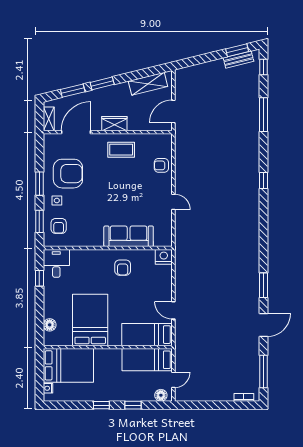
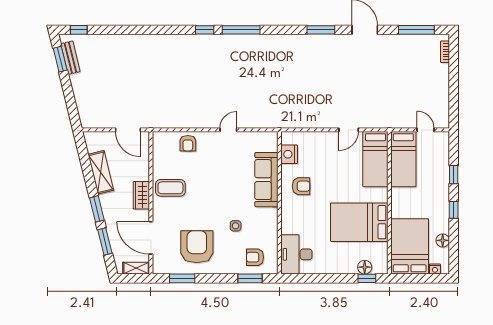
shelving: (148, 84) -> (101, 172), moved
window: (264, 115) -> (241, 30), moved
coffee table: (121, 150) -> (170, 188), turned 90
window: (39, 184) -> (182, 278), moved
side table: (57, 200) -> (236, 226), moved
armchair: (59, 226) -> (255, 257), turned 180
nightstand: (164, 257) -> (289, 154), moved
desk: (56, 263) -> (296, 254), width x1.37
window: (39, 278) -> (367, 278), moved
floor lamp: (161, 395) -> (443, 240), moved

